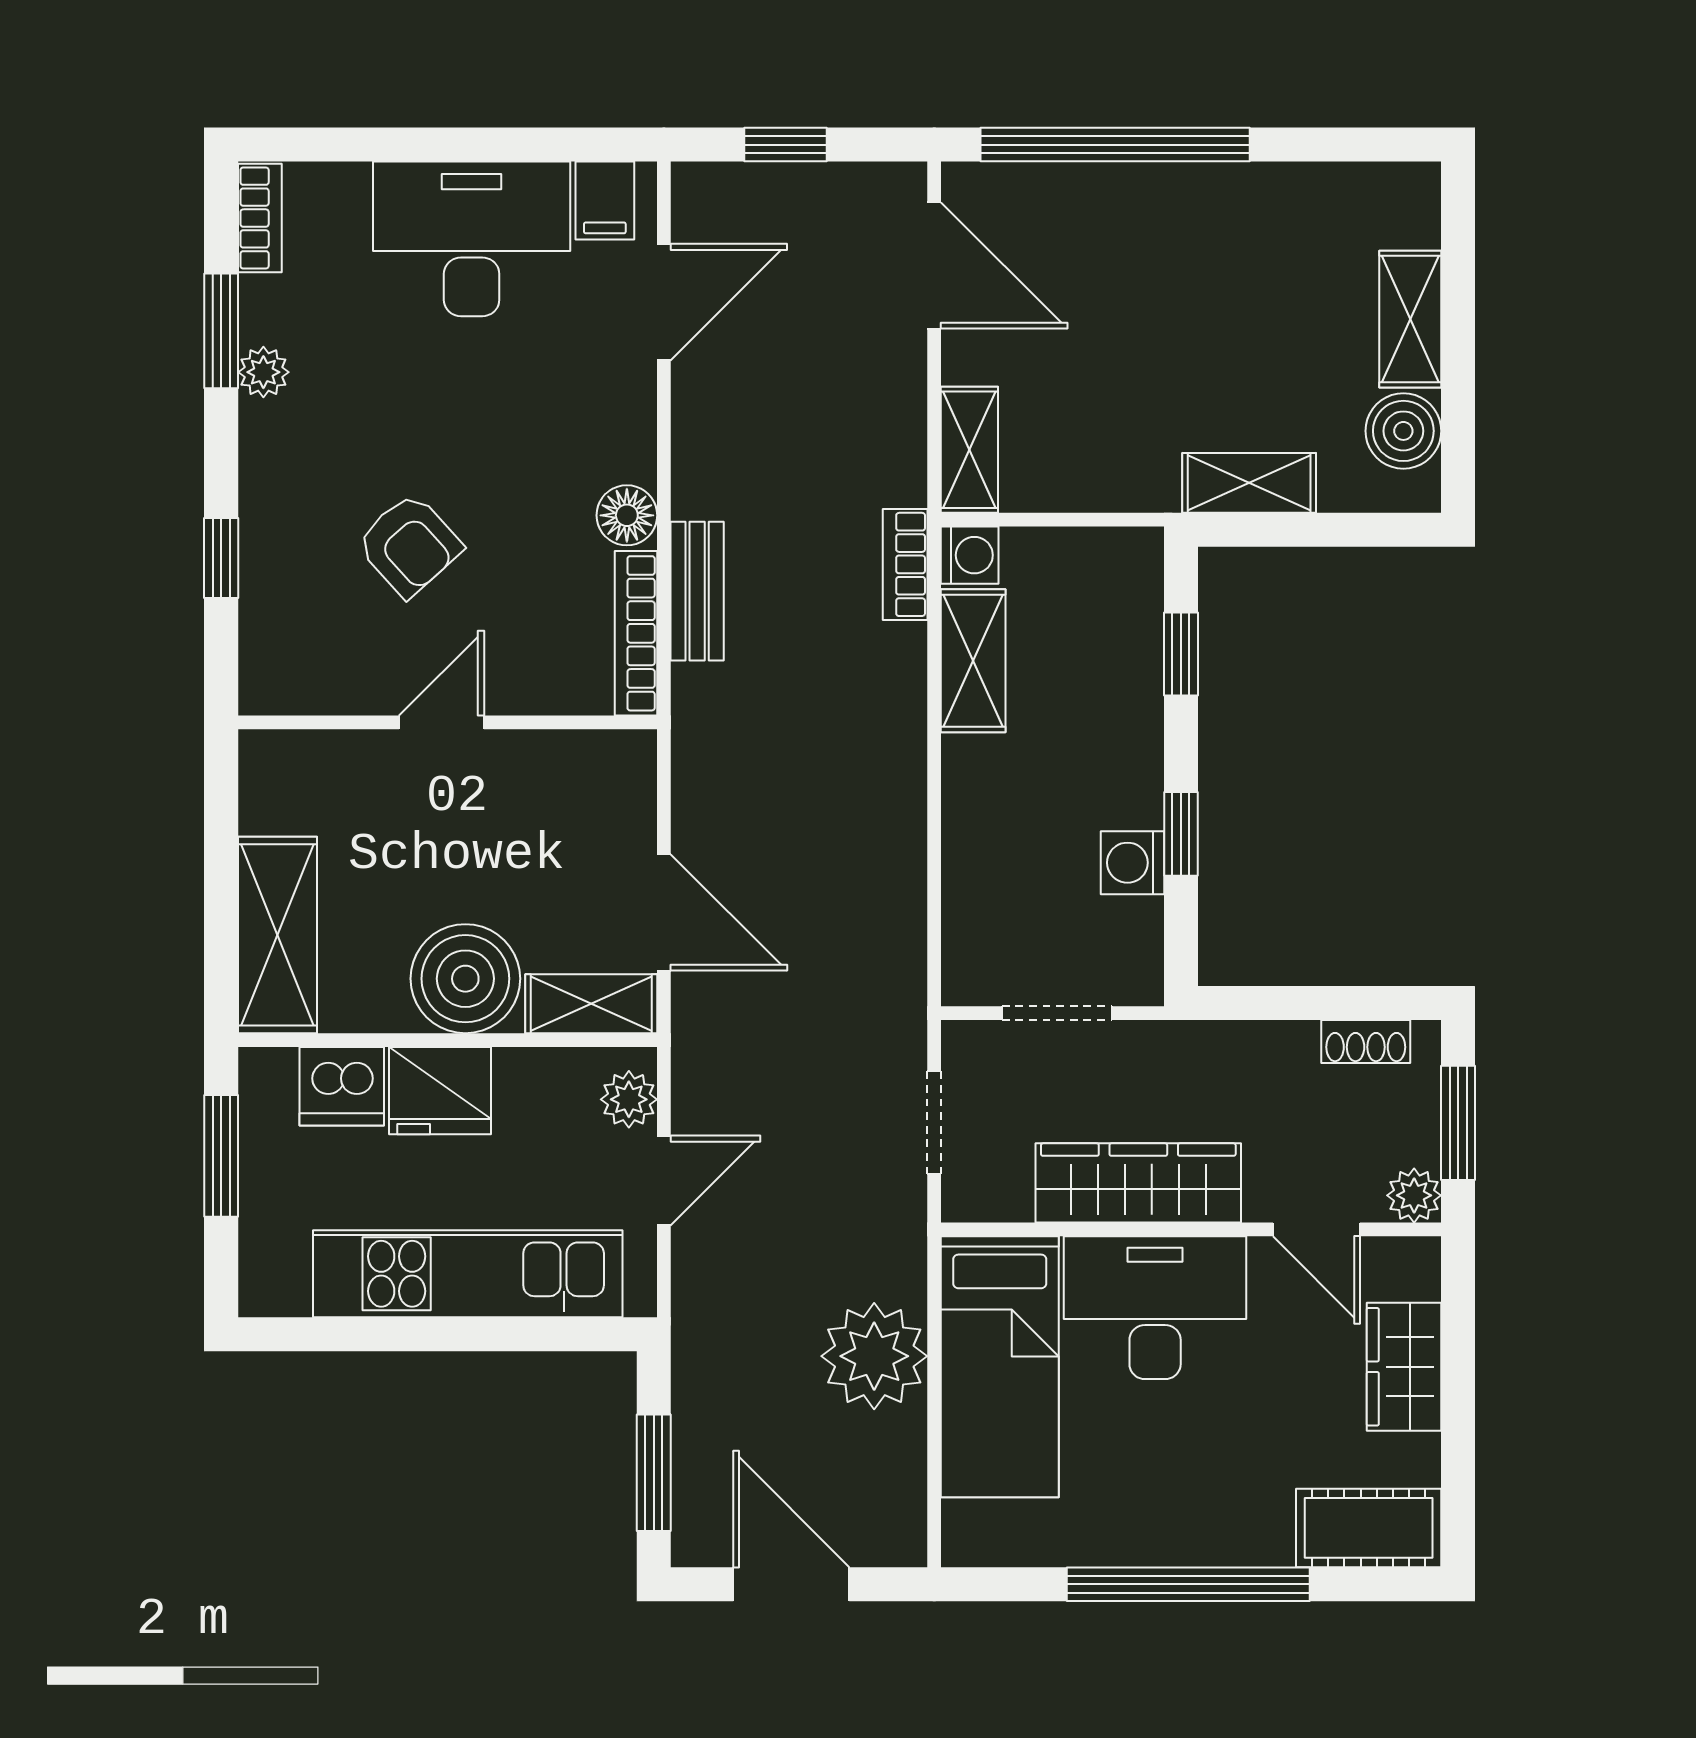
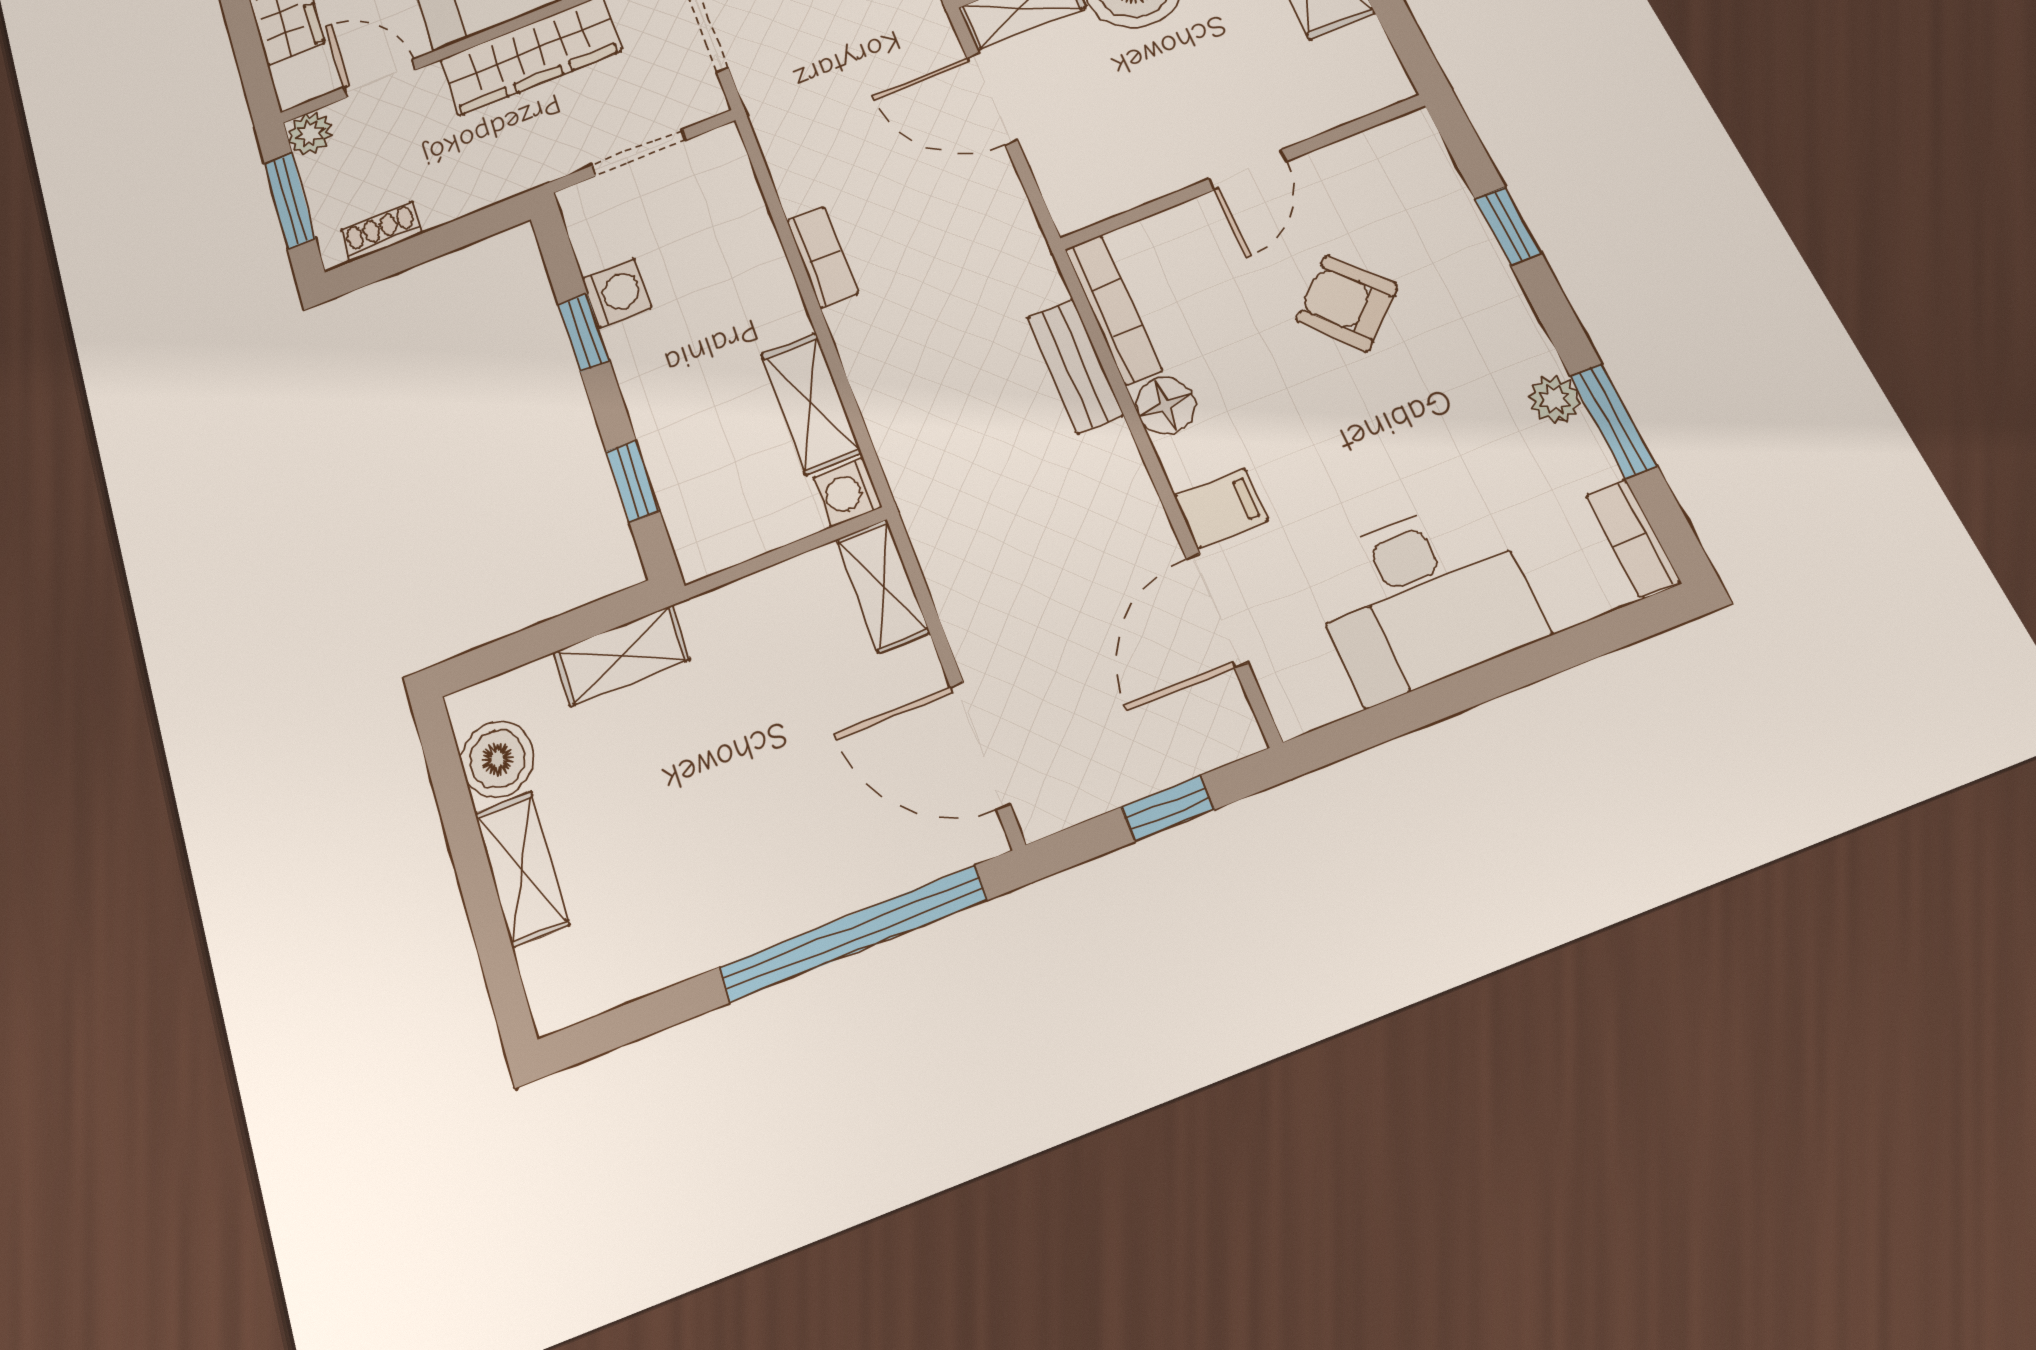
filing cabinet: (605, 201) -> (1221, 509), moved, turned 90
bookcase: (905, 564) -> (822, 257), moved

